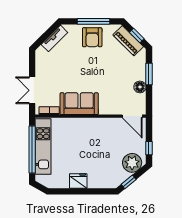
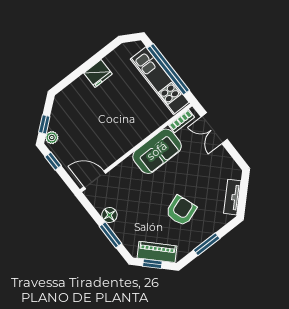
window: (93, 21) -> (207, 244), width x0.69
armchair: (92, 37) -> (181, 211), moved, turned 70
double door: (32, 90) -> (214, 128), swing flipped
plant: (132, 163) -> (52, 138), width x0.53, depth x0.53
window: (129, 182) -> (44, 124), moved

